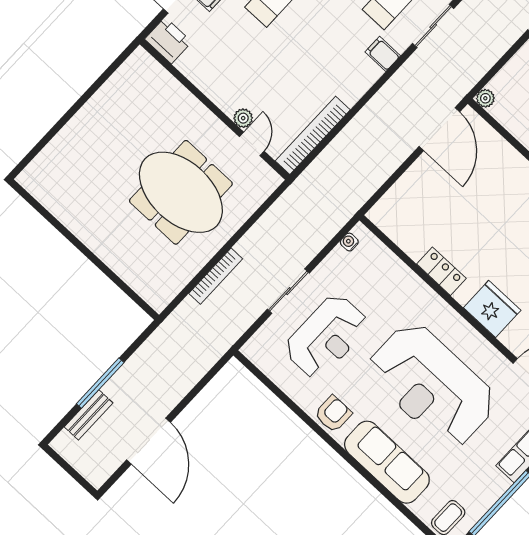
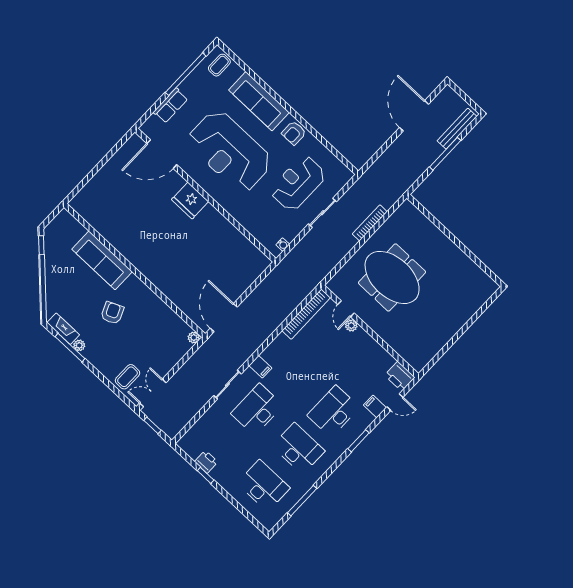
locker: (441, 271) -> (223, 225), removed
reception desk: (432, 385) -> (230, 151), turned 180
bench: (89, 415) -> (457, 129), width x1.36

